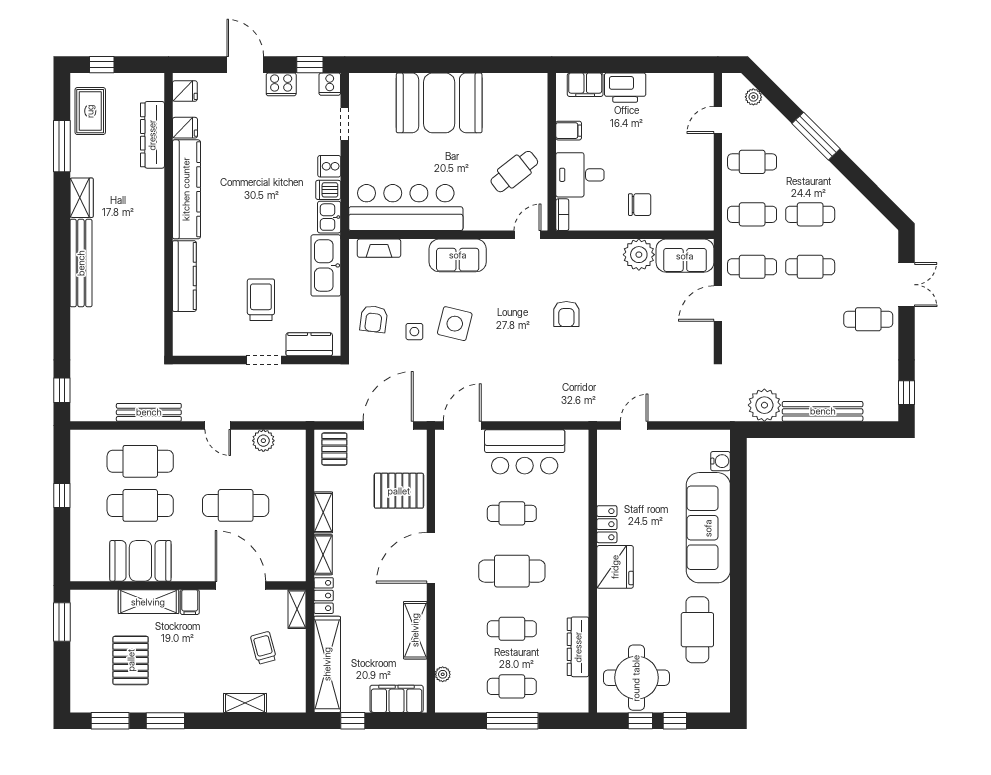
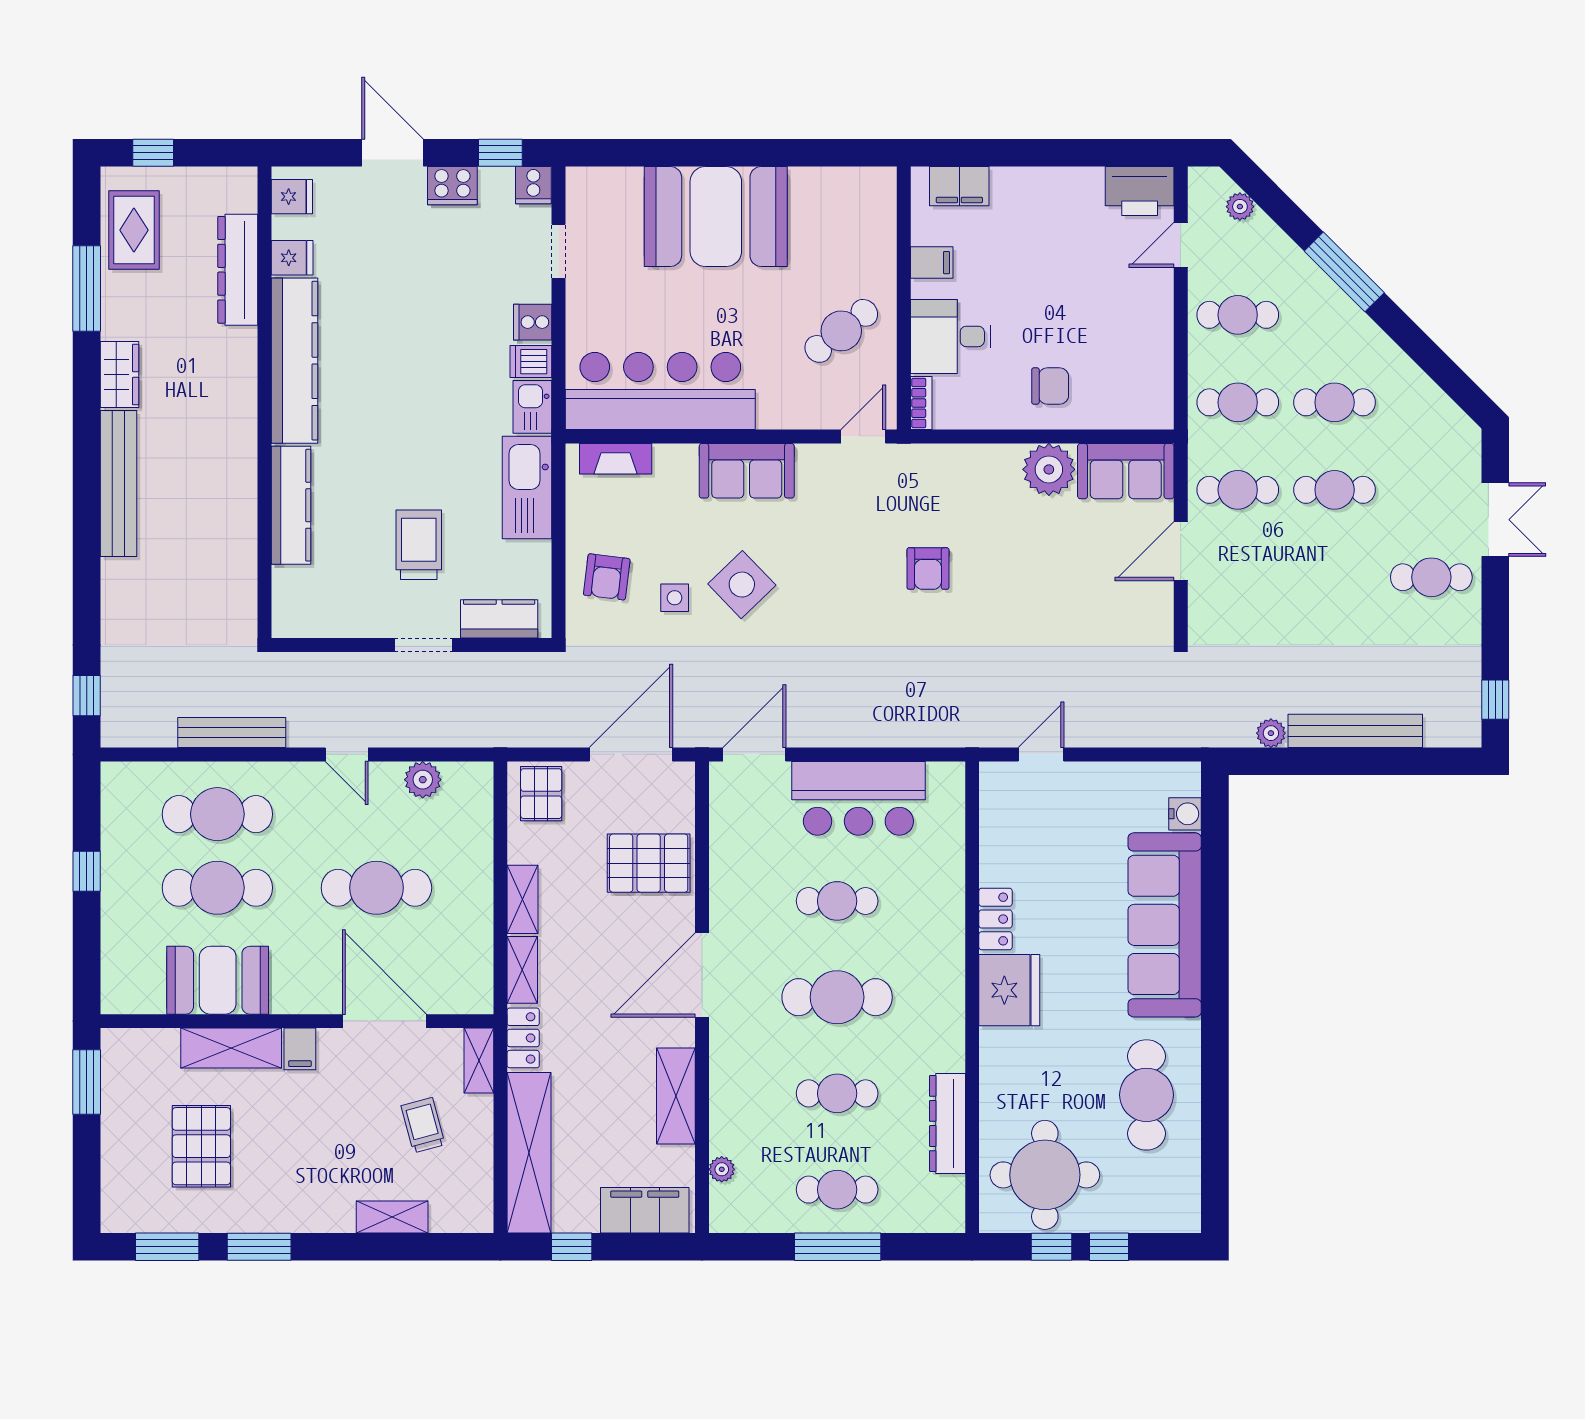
printer: (625, 88) -> (1140, 191), moved
side table: (455, 324) -> (742, 585), turned 32
plant: (764, 405) -> (1271, 733), width x0.53, depth x0.53

